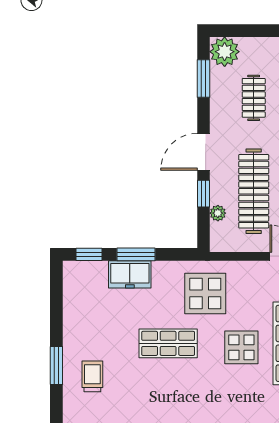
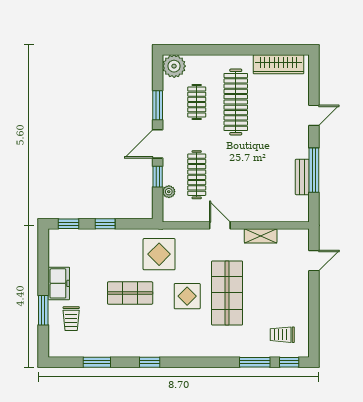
window: (203, 78) -> (158, 105), moved
clothes rail: (254, 191) -> (197, 175), width x0.73, depth x0.76
window: (136, 254) -> (105, 224), width x0.67
freezer: (130, 274) -> (59, 283), moved, turned -90
trolley: (92, 376) -> (71, 319), turned 180

